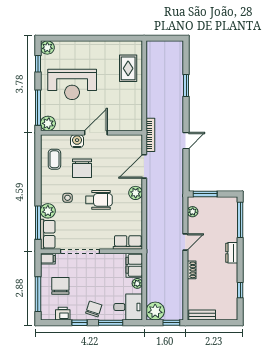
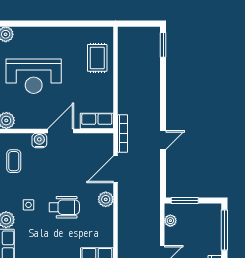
window: (186, 85) -> (163, 45), moved
row of seats: (128, 124) -> (97, 121), added
chair: (82, 168) -> (45, 171), removed

